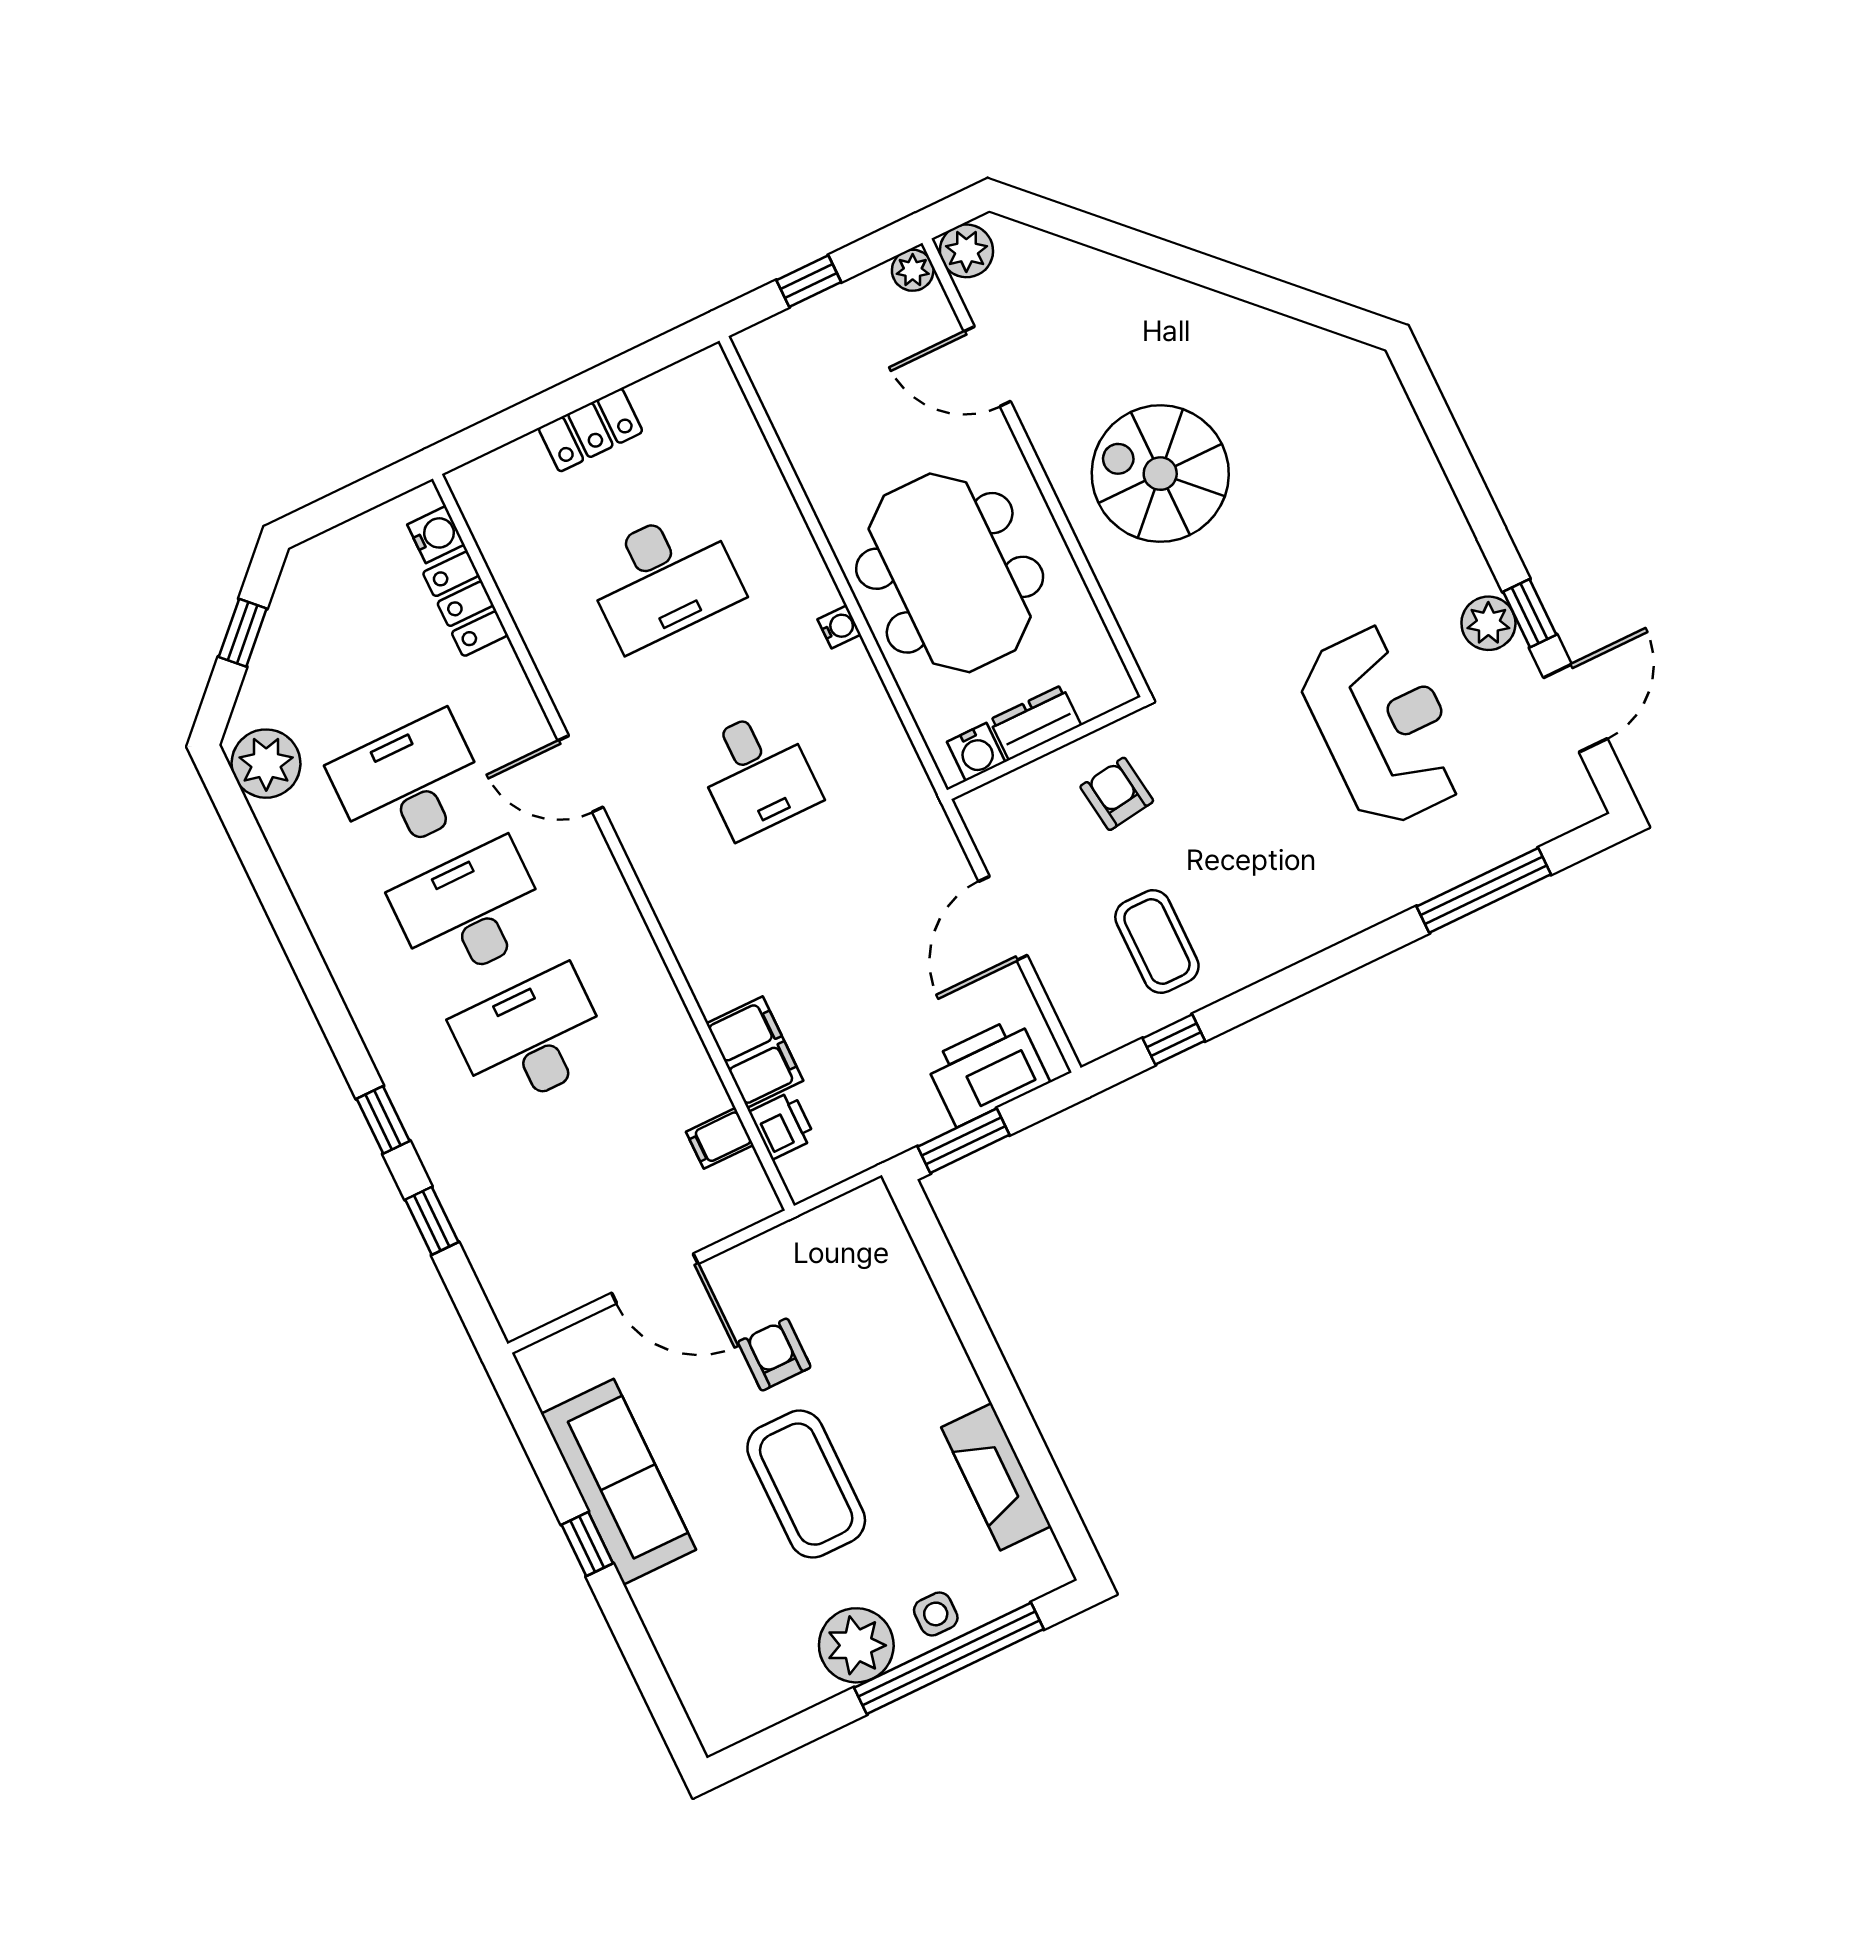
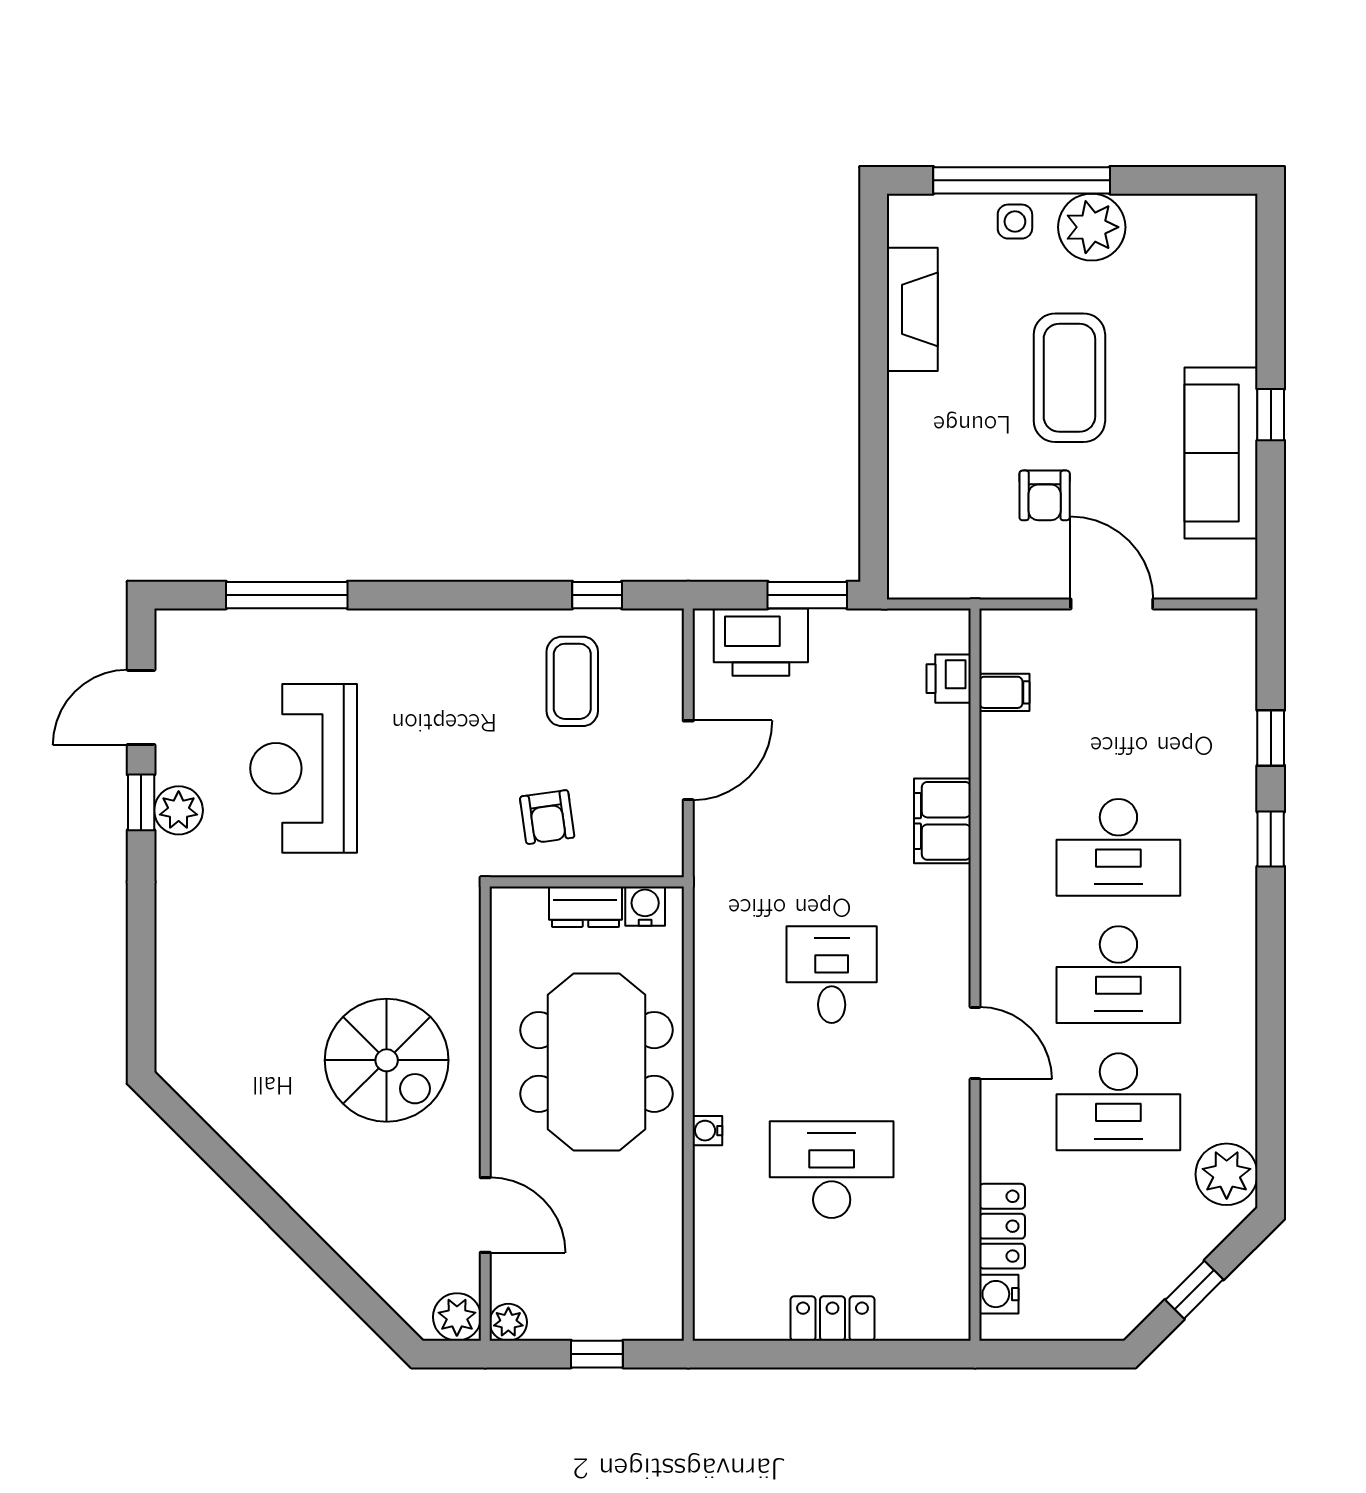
water cooler: (839, 627) -> (707, 1131), moved
filing cabinet: (755, 1052) -> (942, 821), moved

